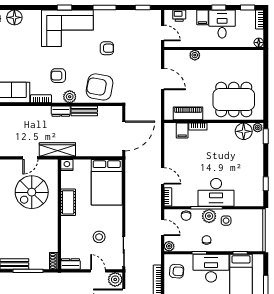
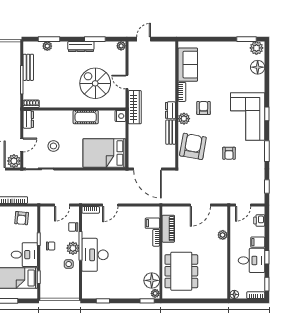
plant: (169, 246) -> (45, 211), removed
desk: (211, 268) -> (24, 255), width x0.73

